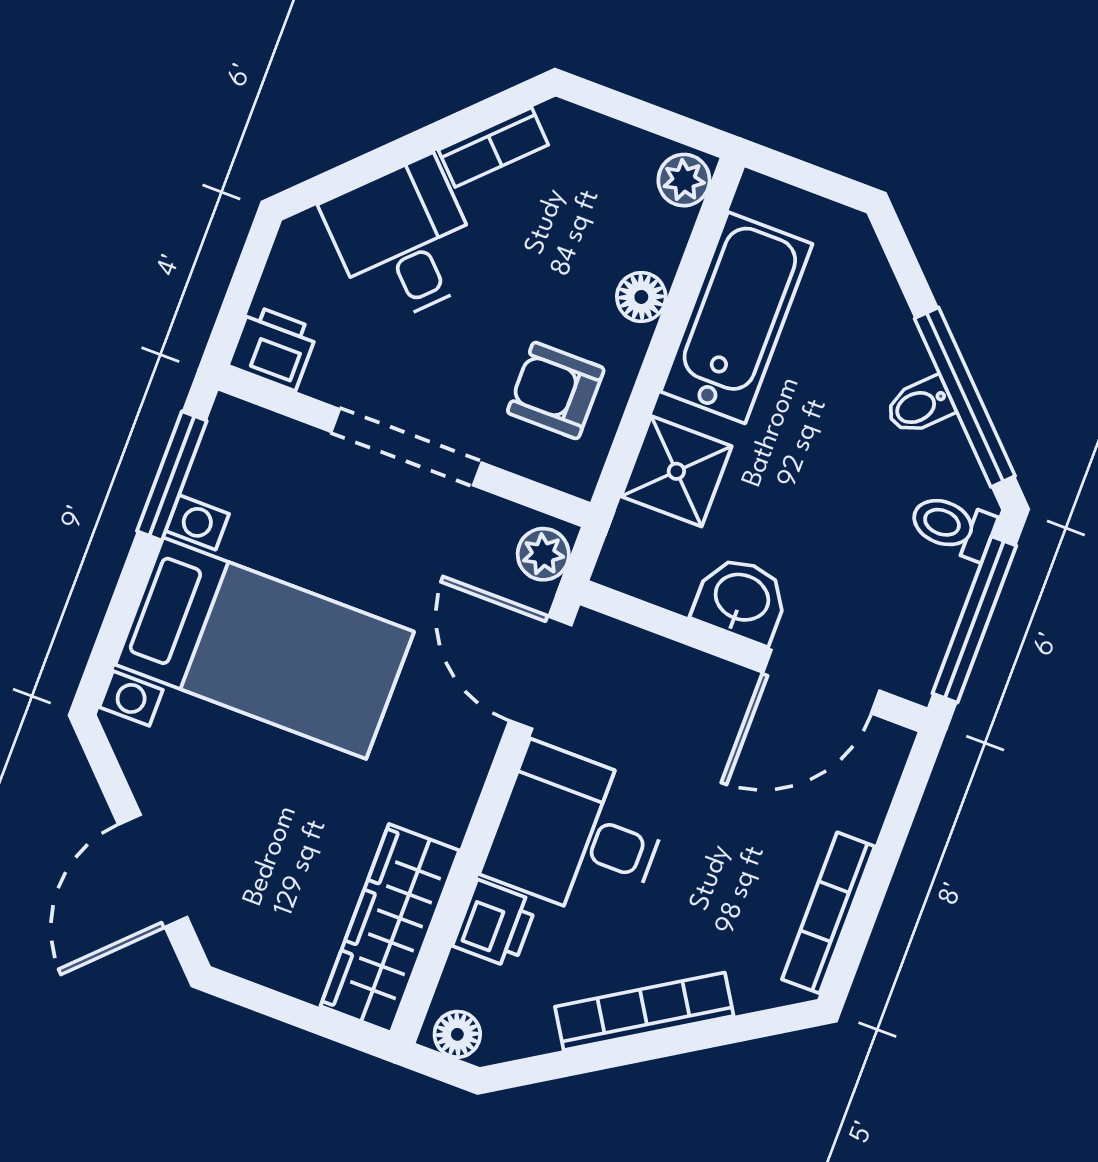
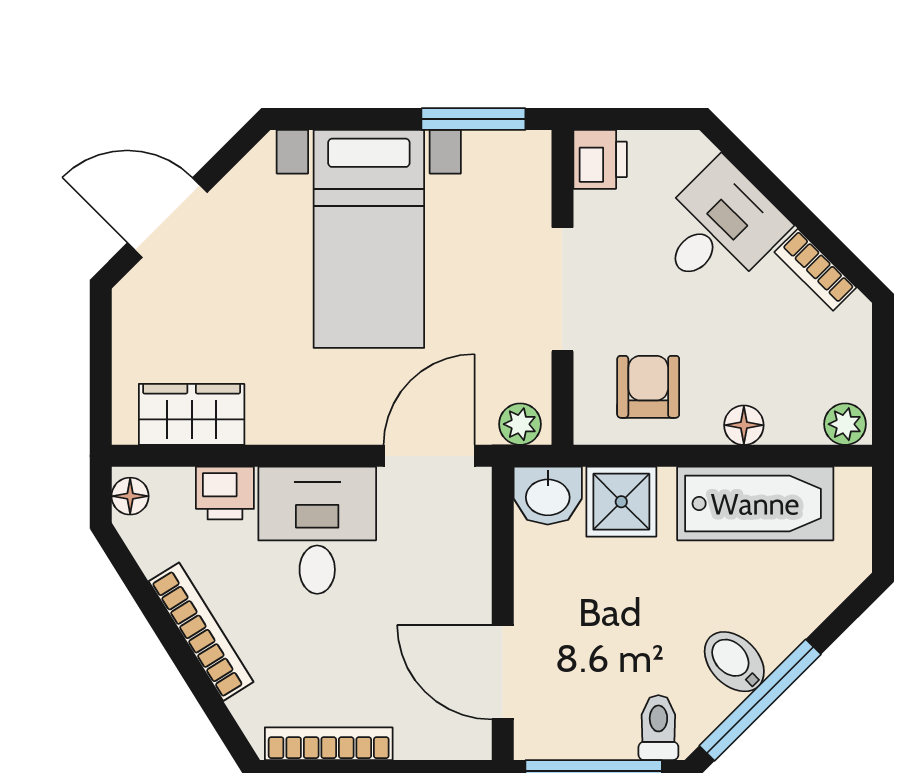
bidet: (920, 406) -> (734, 662), width x1.38, depth x1.36
washbasin: (741, 599) -> (548, 496), moved, turned 90
wardrobe: (390, 928) -> (192, 414), width x0.67

